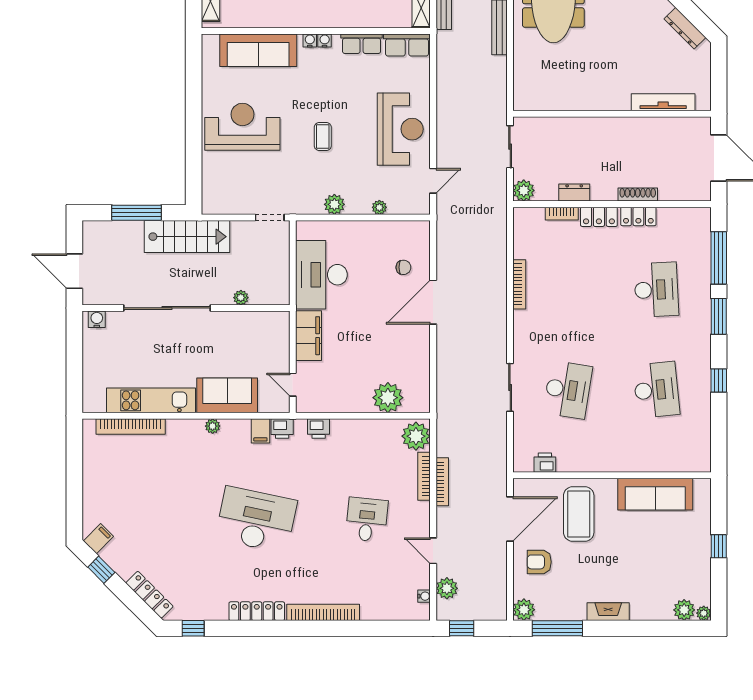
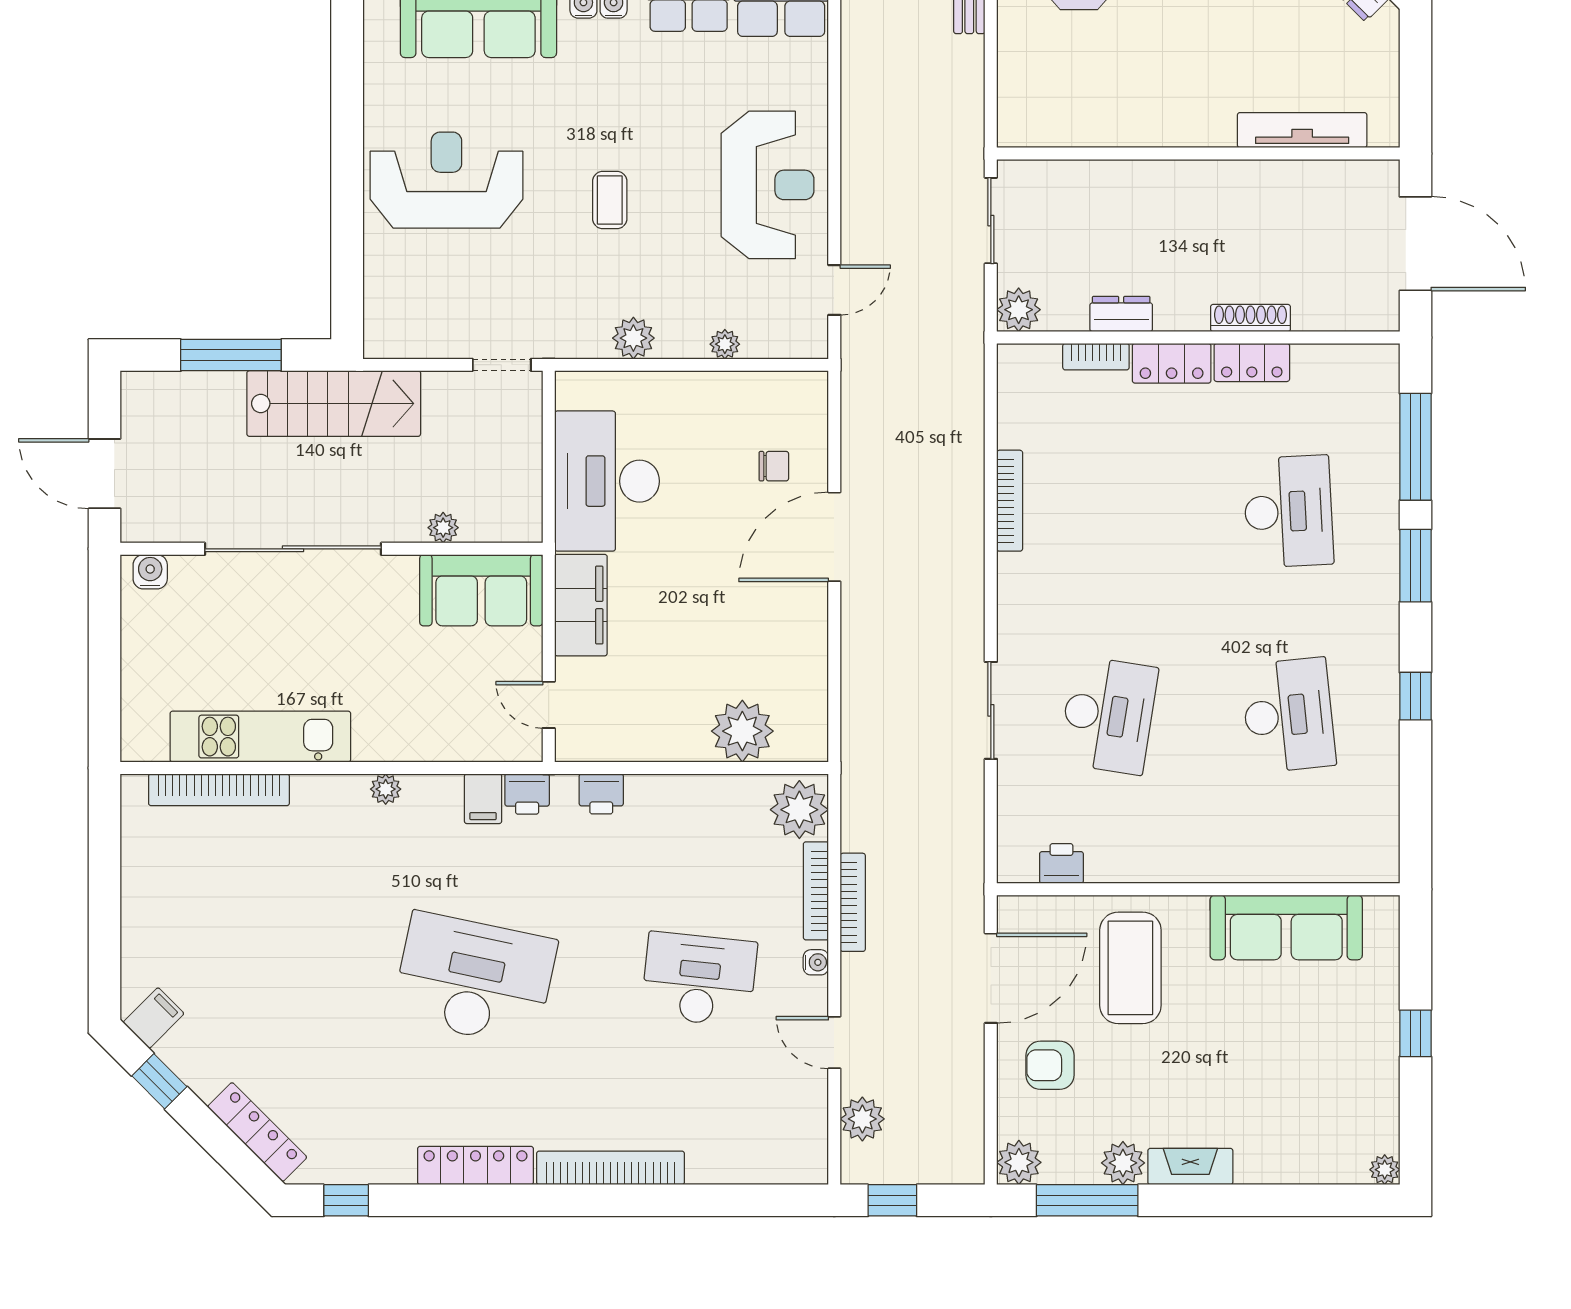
sofa: (227, 395) -> (481, 590), moved, turned 180
desk: (367, 520) -> (699, 979), width x1.37
water cooler: (424, 596) -> (816, 962), moved
plant: (684, 610) -> (1123, 1163), moved

